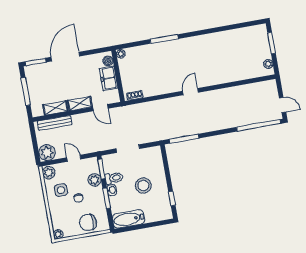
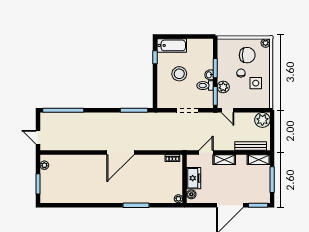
door: (190, 92) -> (121, 152), width x1.87
door: (283, 105) -> (38, 137), moved
shelving: (55, 108) -> (259, 160), moved
door: (100, 108) -> (206, 152), hinge flipped
door: (74, 158) -> (227, 110), moved
plant: (49, 173) -> (264, 101), removed
bathtub: (128, 219) -> (172, 45), moved
chair: (88, 222) -> (247, 55), moved

